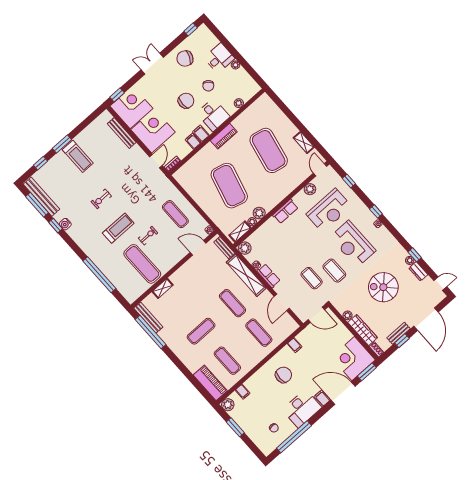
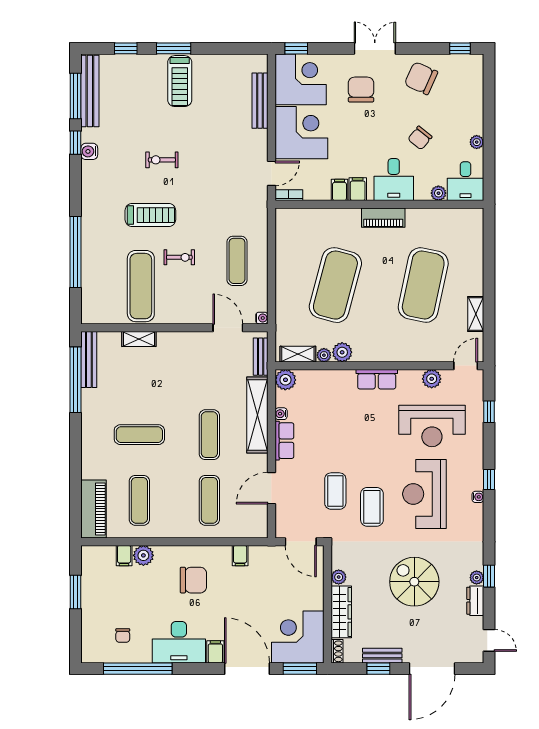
desk: (219, 58) -> (466, 181), moved, turned 90
chair: (186, 101) -> (361, 90), moved, turned -90
plant: (228, 405) -> (143, 555), moved

